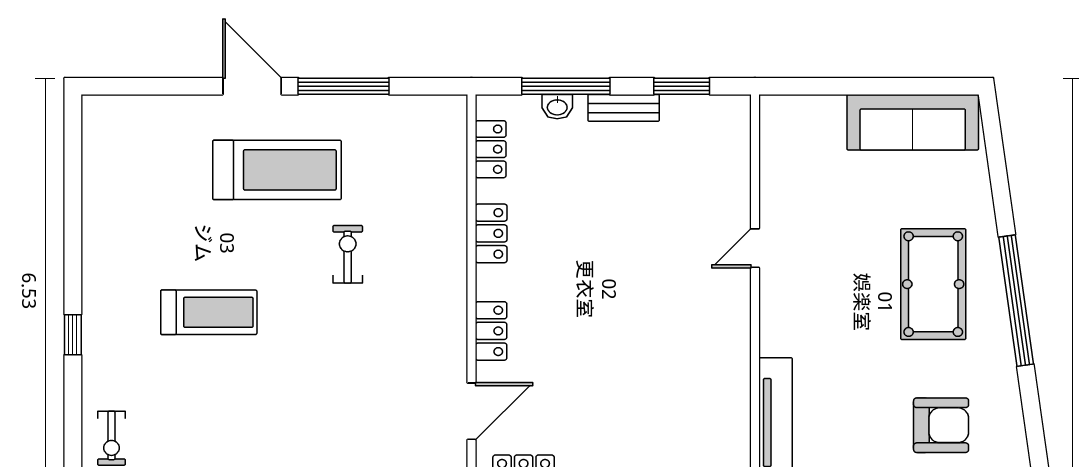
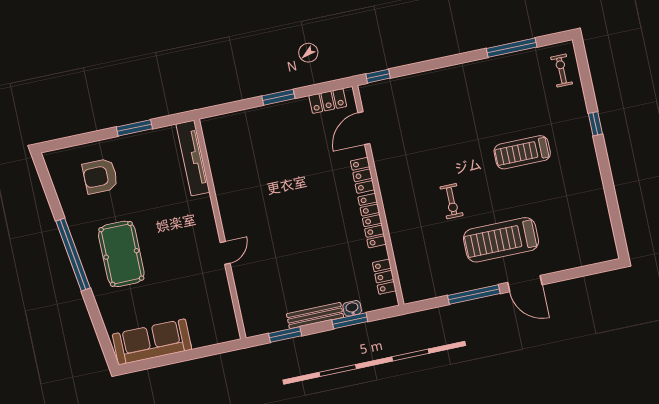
window: (566, 86) -> (350, 321), width x0.69
bench: (624, 108) -> (315, 316), width x1.36
locker: (491, 233) -> (372, 221), width x1.53

